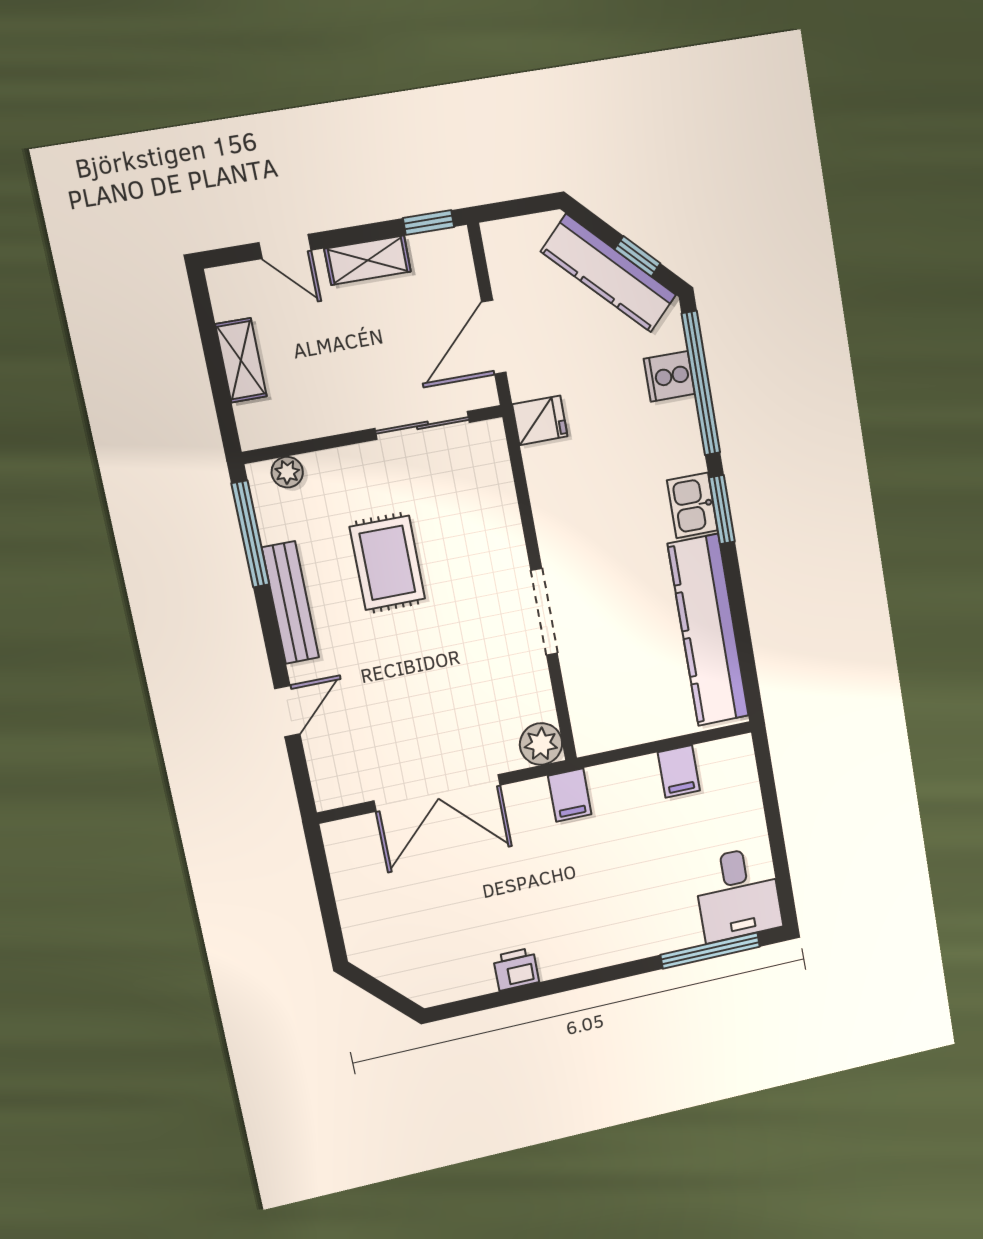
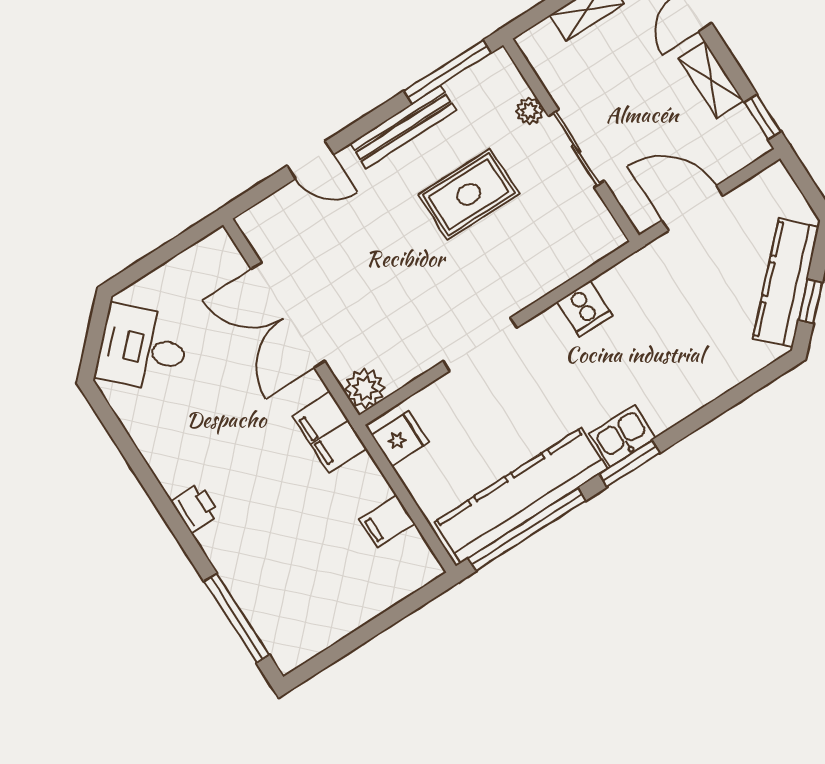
cooker: (669, 376) -> (585, 309), moved, turned 180
window: (701, 383) -> (527, 529), moved
fridge: (540, 420) -> (400, 439), moved, turned -90
sliding door: (422, 425) -> (576, 149), moved
plant: (287, 472) -> (529, 111), moved
filing cabinet: (570, 795) -> (330, 432), width x2.00
desk: (738, 894) -> (143, 348), moved, turned 45
printer: (516, 969) -> (195, 508), moved

